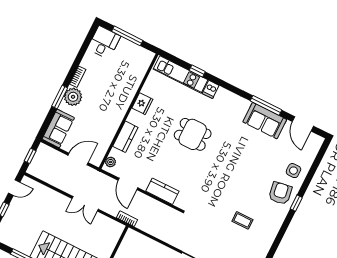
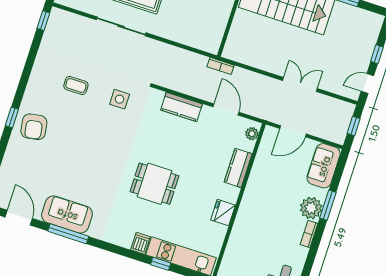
side table: (293, 171) -> (120, 99), moved
double door: (85, 204) -> (300, 84), moved

